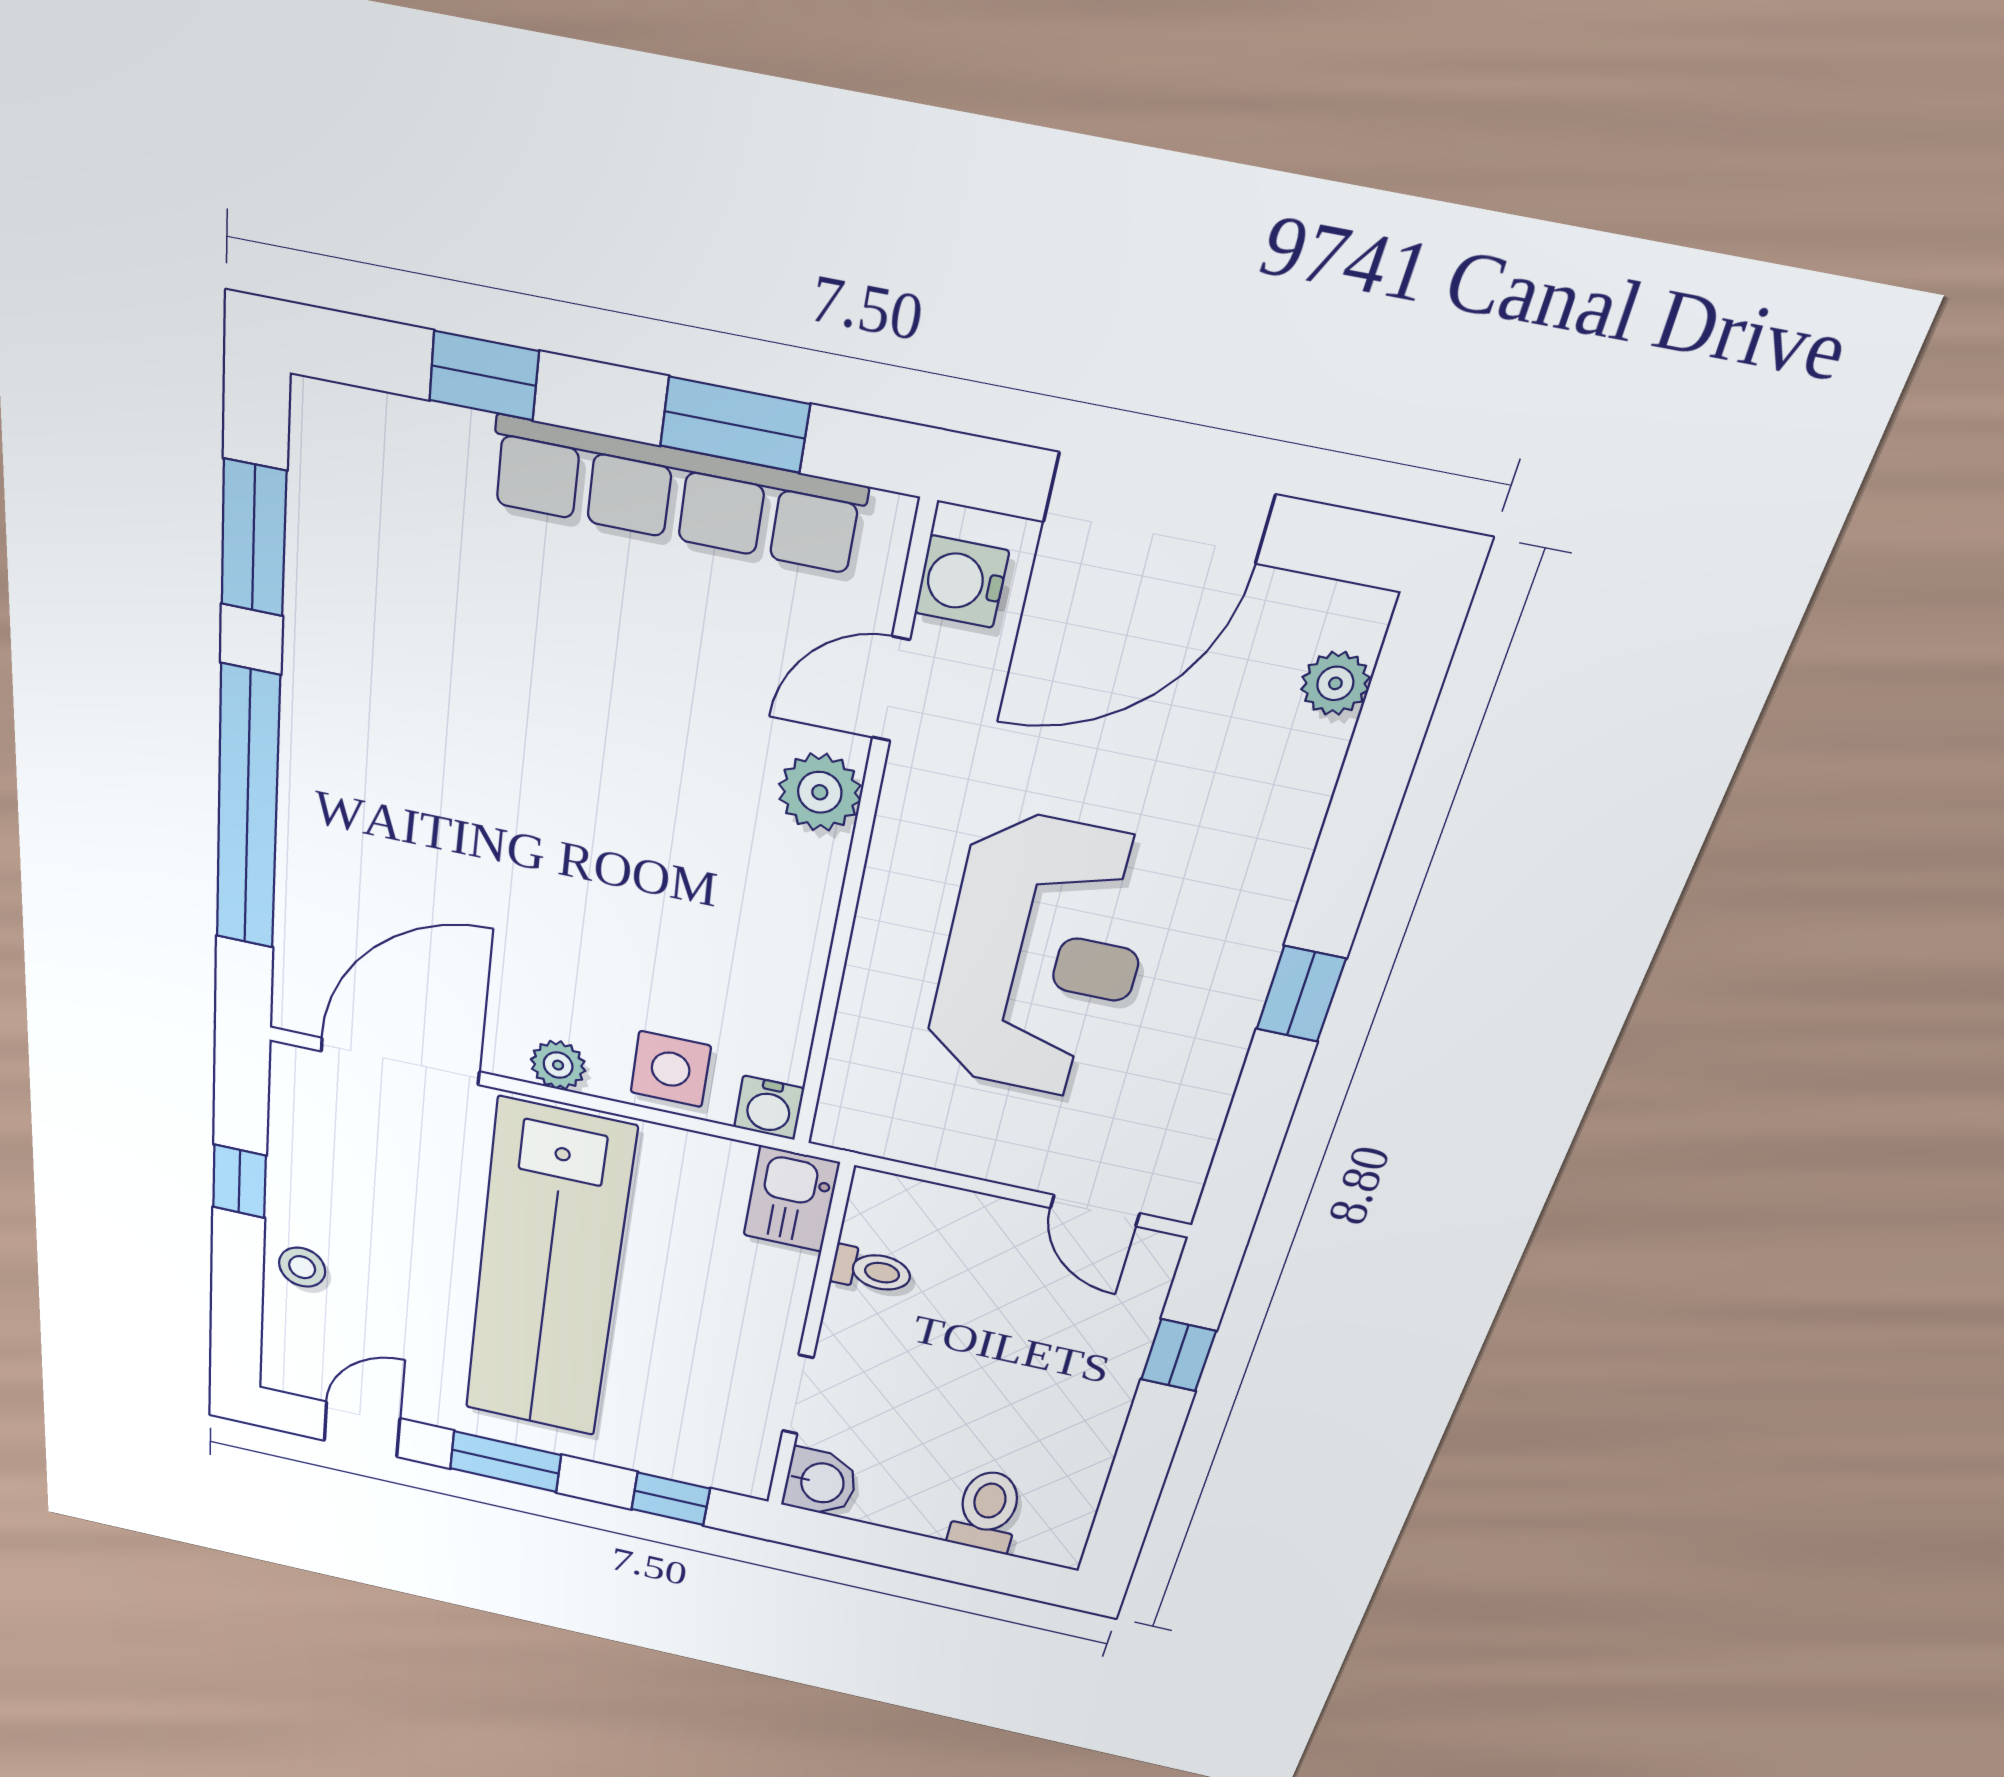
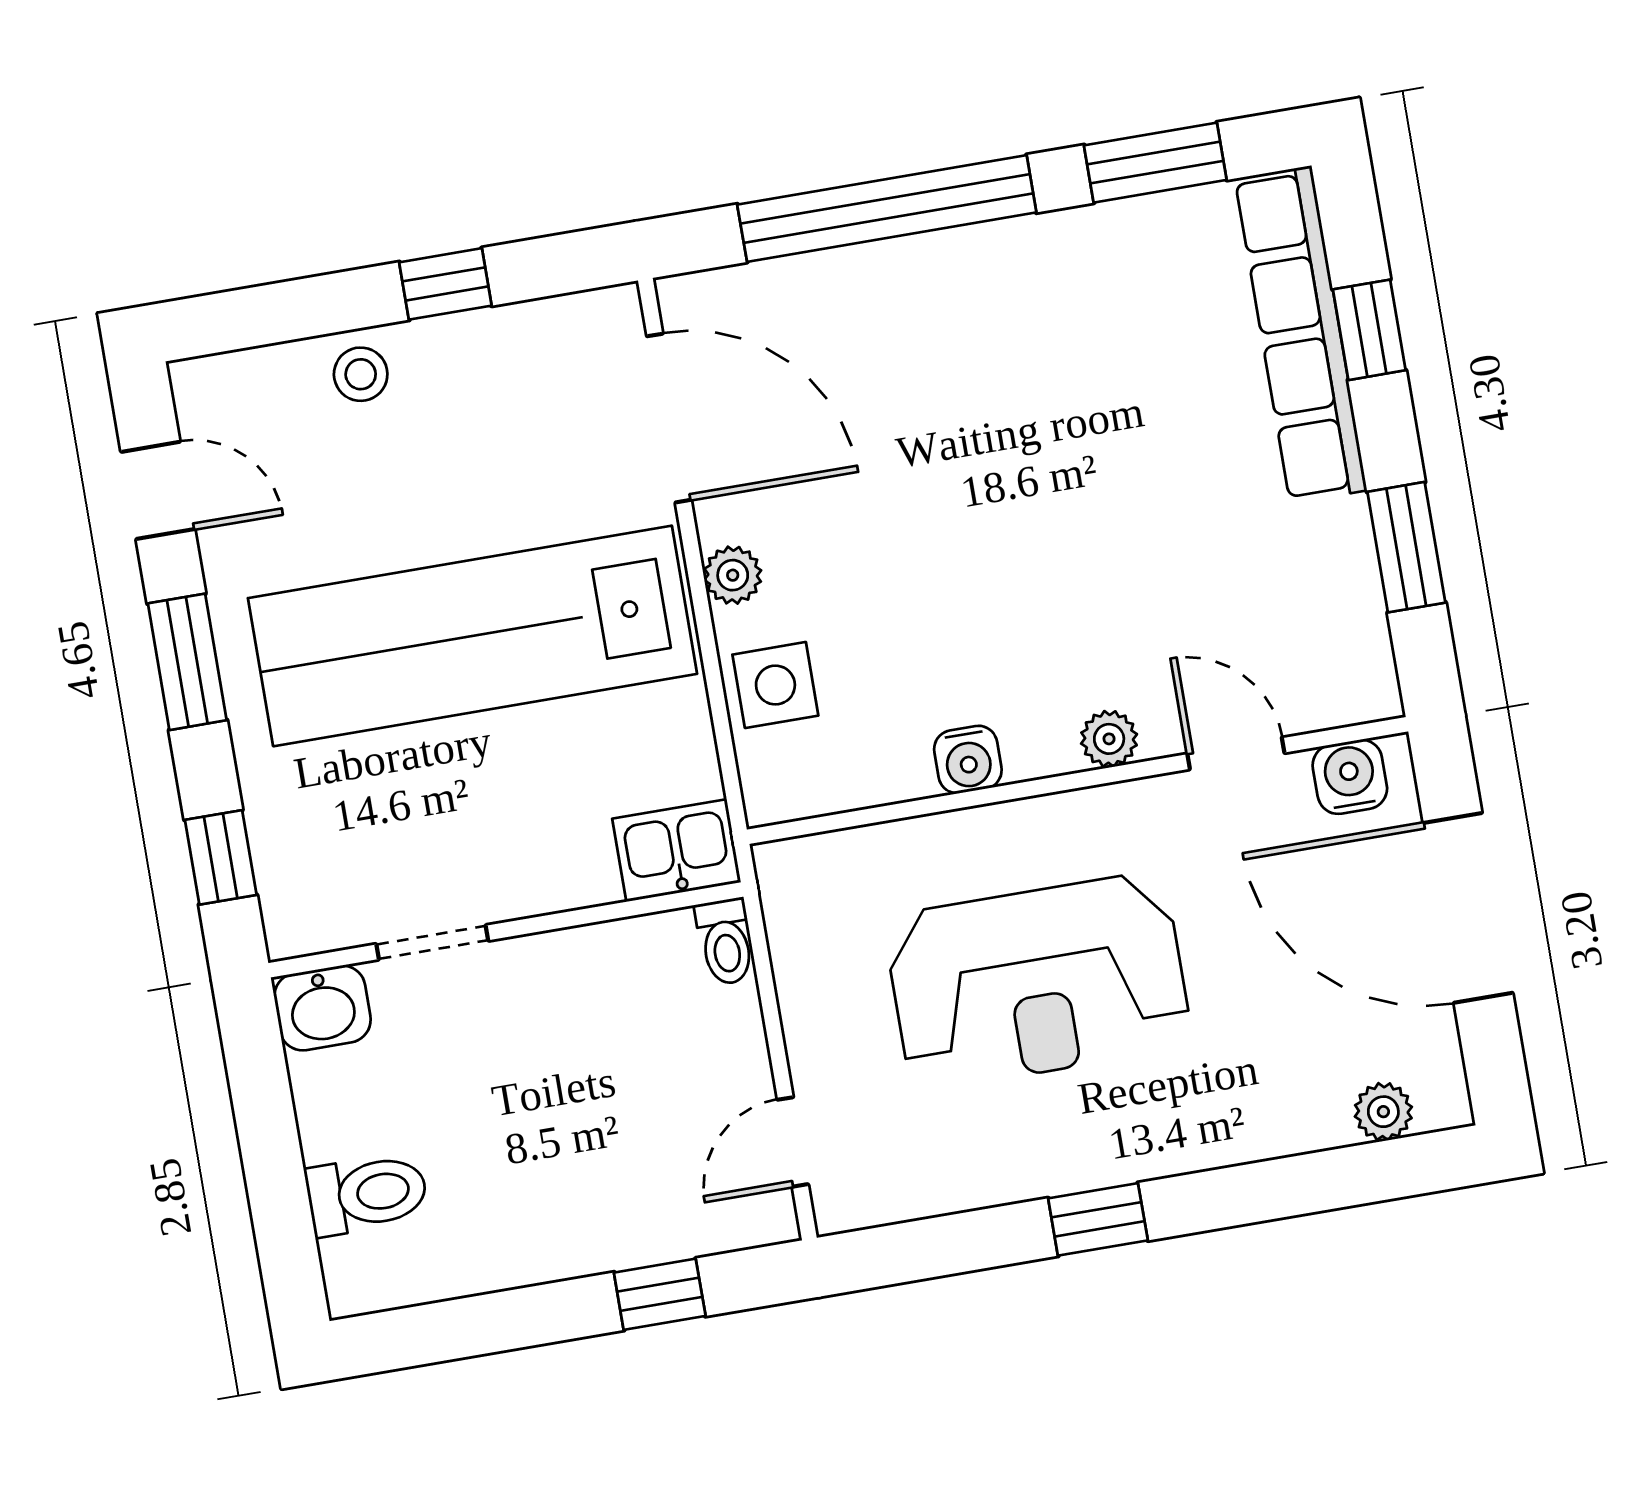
row of seats: (676, 495) -> (1301, 334), moved
plant: (820, 792) -> (1109, 739), width x0.73, depth x0.73
water cooler: (769, 1108) -> (968, 760), moved, turned -90
toilet: (871, 1270) -> (725, 942), moved

